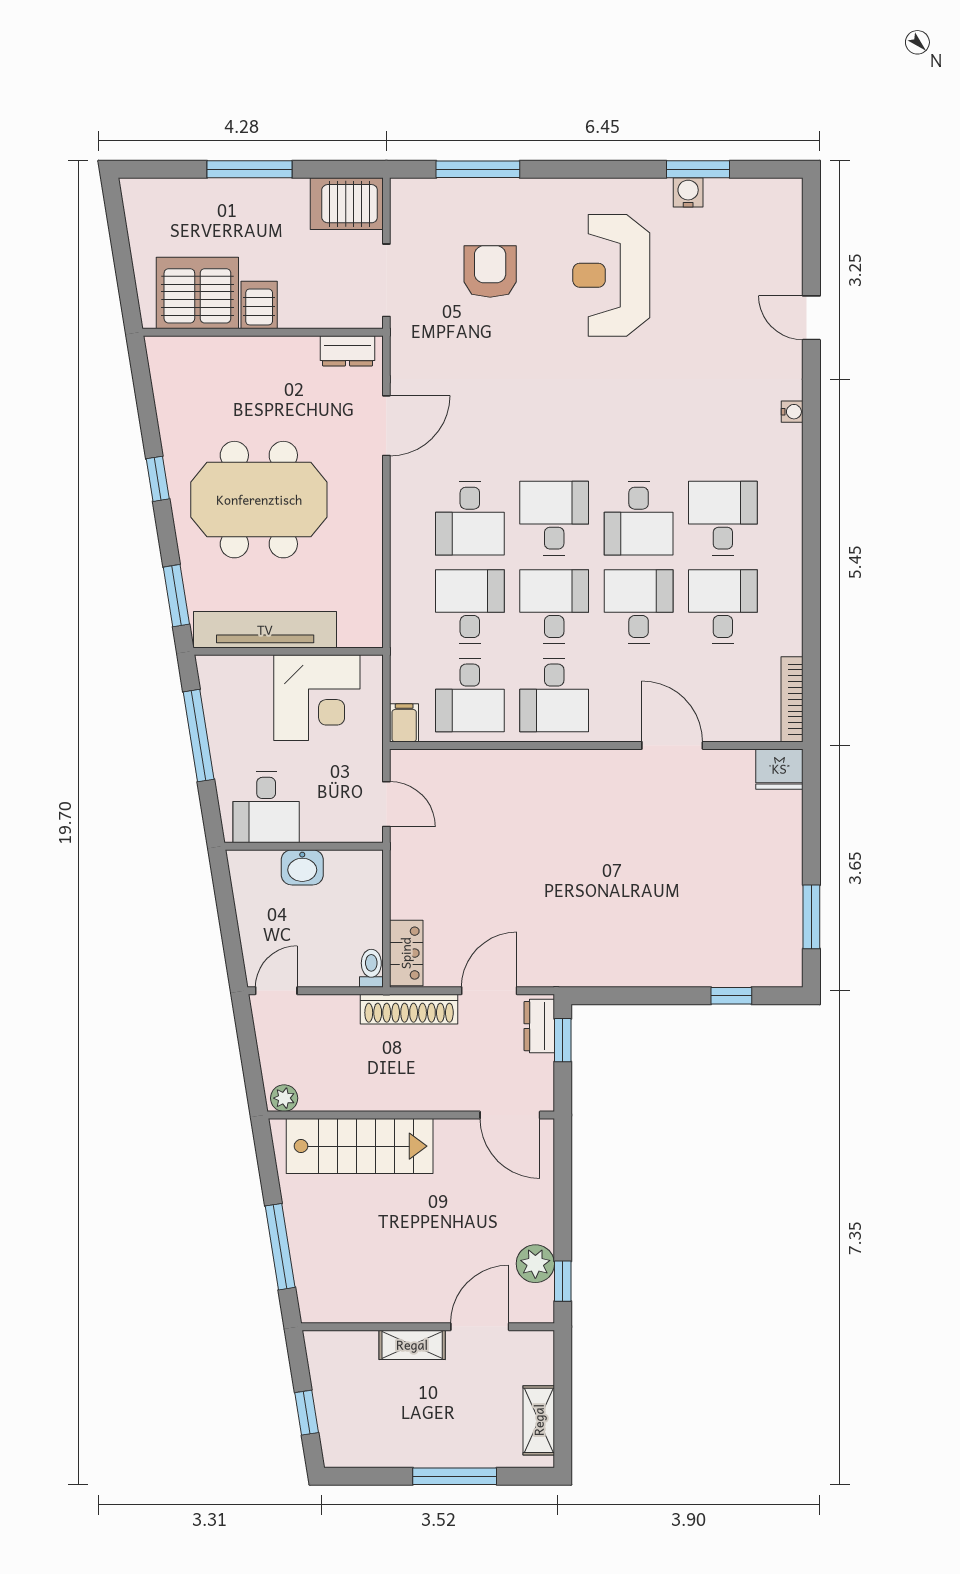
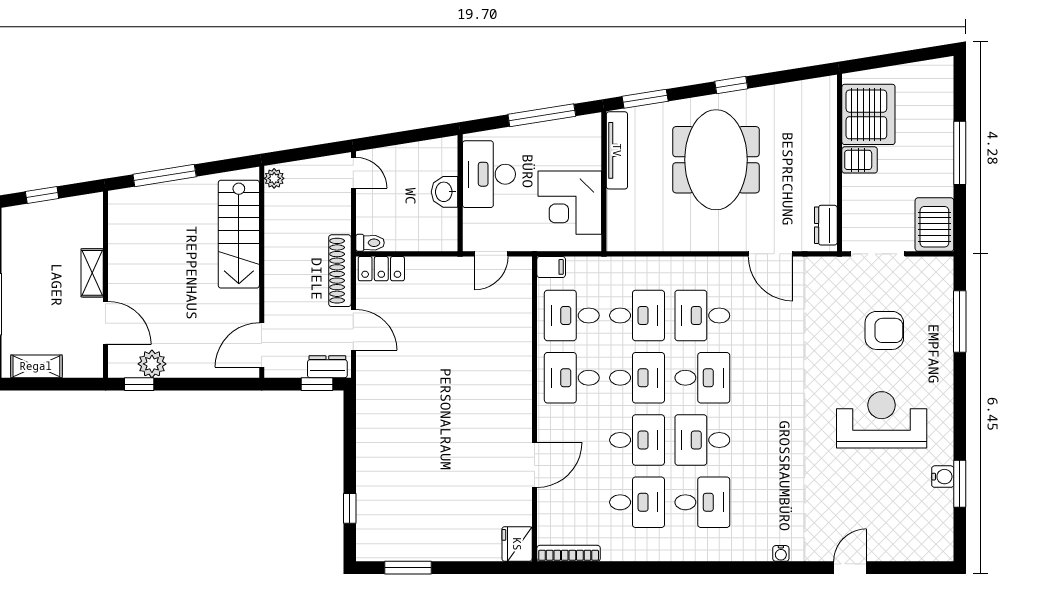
tv unit: (265, 630) -> (617, 150), width x0.73, depth x0.78
desk: (266, 807) -> (489, 174), width x1.37

